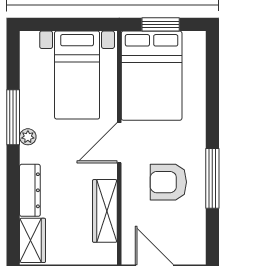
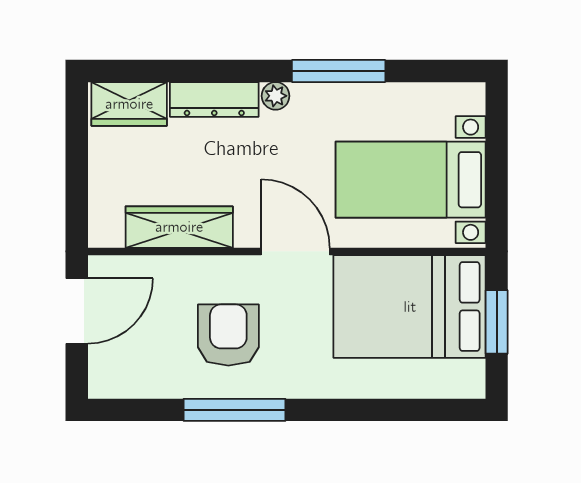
plant: (28, 137) -> (276, 96), moved

